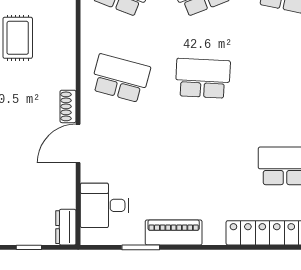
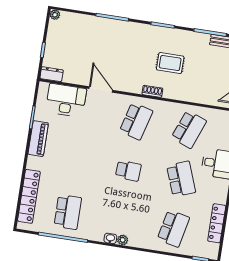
school desk: (203, 78) -> (128, 171), width x0.54
shoe rack: (68, 106) -> (152, 91), moved
desk: (105, 205) -> (66, 100), width x1.37

